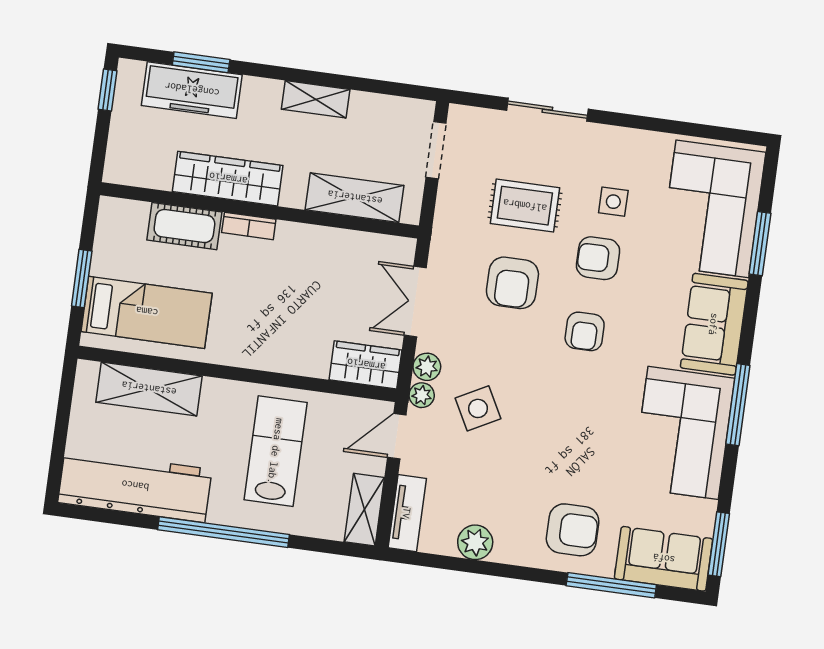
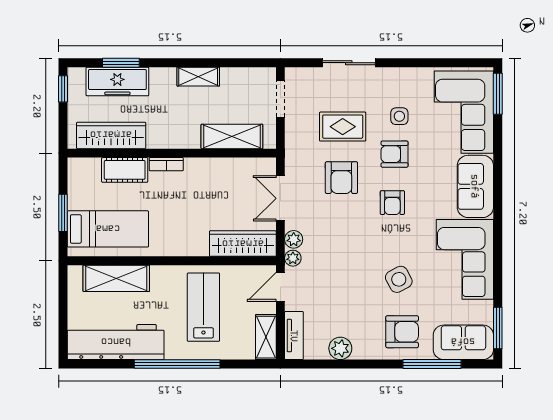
wardrobe: (228, 179) -> (111, 135), moved
window: (760, 244) -> (498, 94), moved
wardrobe: (366, 365) -> (243, 244), width x1.50
window: (738, 405) -> (498, 236), removed
side table: (478, 408) -> (399, 279), moved

